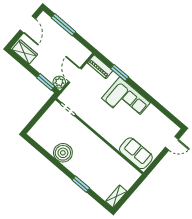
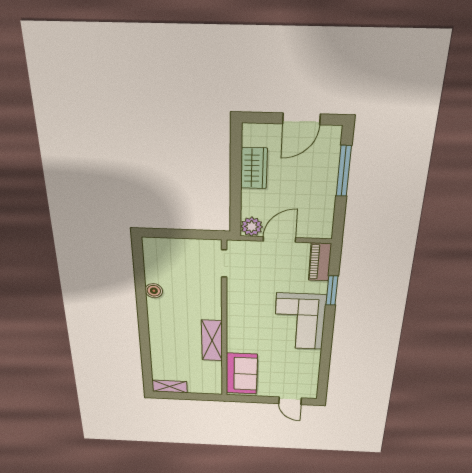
wardrobe: (25, 52) -> (254, 168), moved
window: (46, 82) -> (235, 209), removed
shelving: (105, 151) -> (212, 340), added
boiler: (63, 153) -> (154, 291), width x0.54, depth x0.54
window: (81, 184) -> (145, 342), removed

